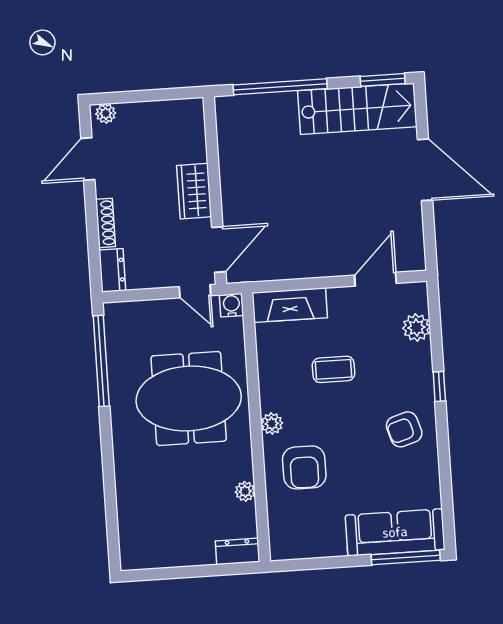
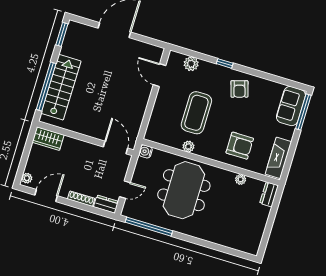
stairs: (357, 109) -> (61, 87), moved
door: (88, 159) -> (46, 196), swing flipped
wardrobe: (194, 191) -> (48, 139), moved
door: (195, 291) -> (125, 190), moved
fireplace: (290, 305) -> (278, 158), moved, turned 180
coffee table: (334, 369) -> (196, 113), width x1.86, depth x1.72
plant: (272, 424) -> (188, 147), moved
sofa: (395, 532) -> (291, 106), width x0.73

